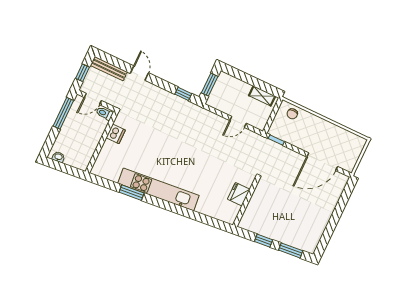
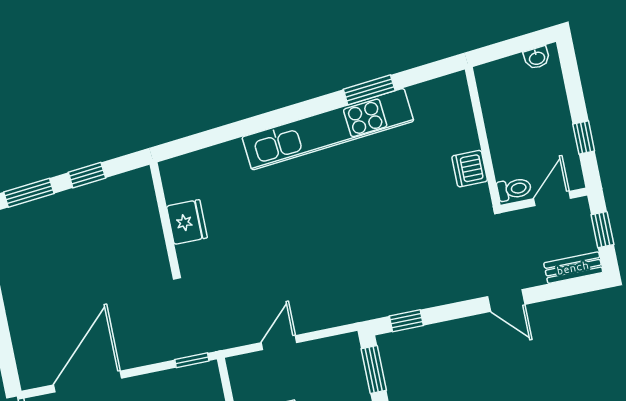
bench: (109, 69) -> (573, 268), width x0.73
window: (63, 113) -> (584, 138), width x0.46

